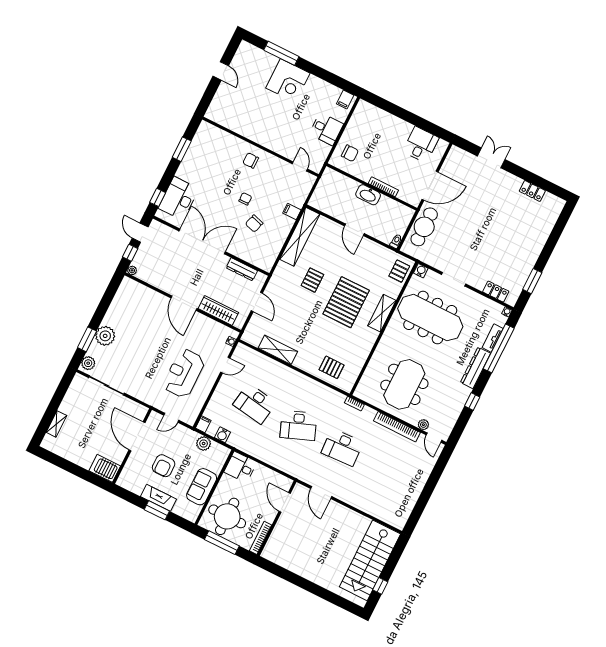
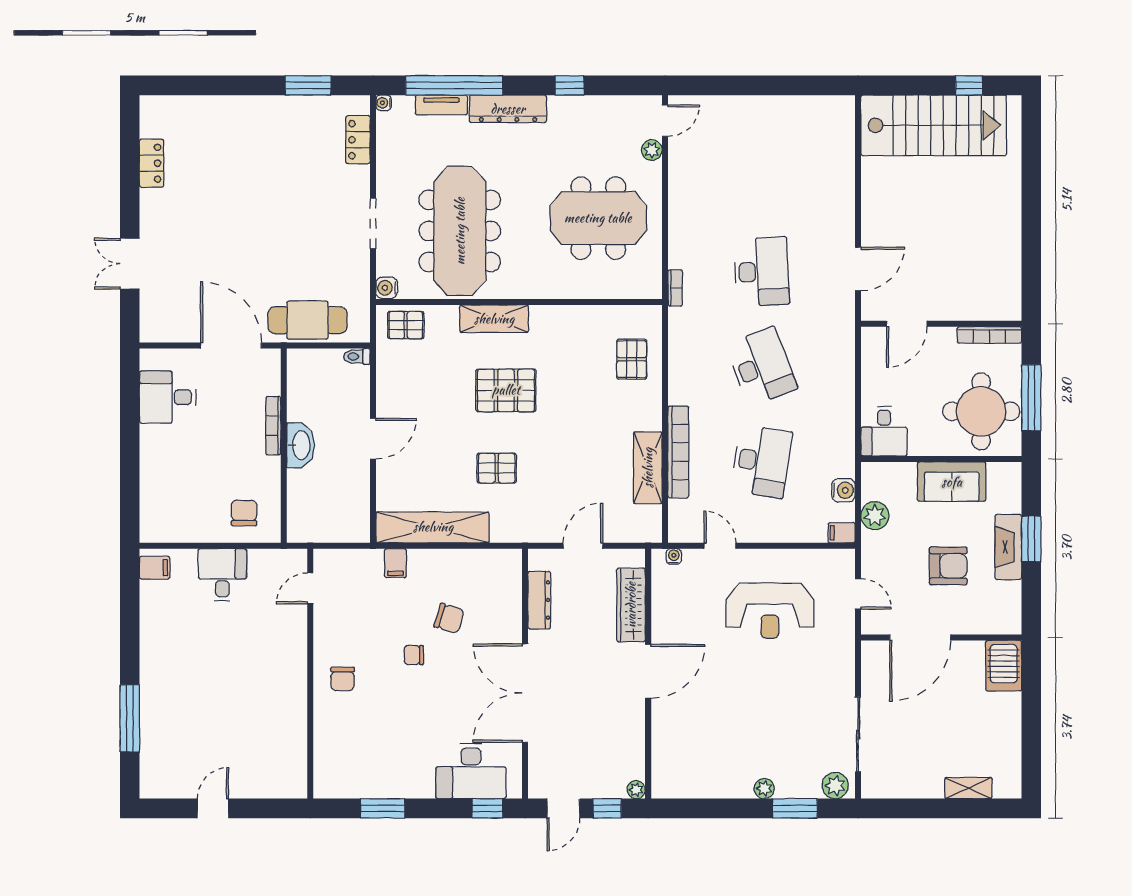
corner desk: (288, 81) -> (172, 683), removed
pallet: (346, 302) -> (506, 390), width x0.73, depth x0.71
plant: (105, 336) -> (764, 789), width x0.53, depth x0.53
bookcase: (397, 427) -> (678, 452), moved

